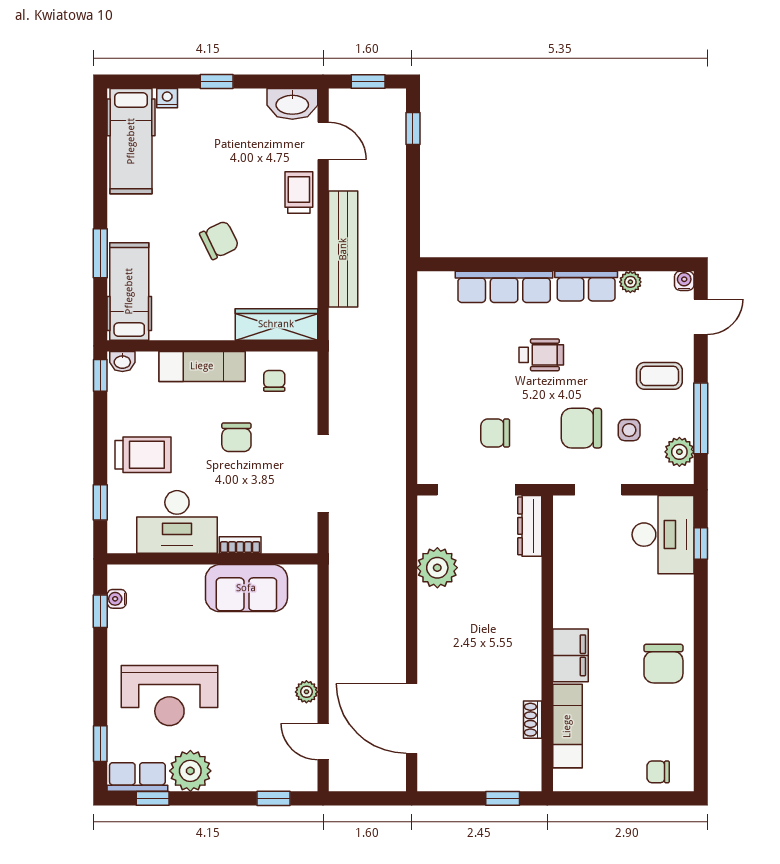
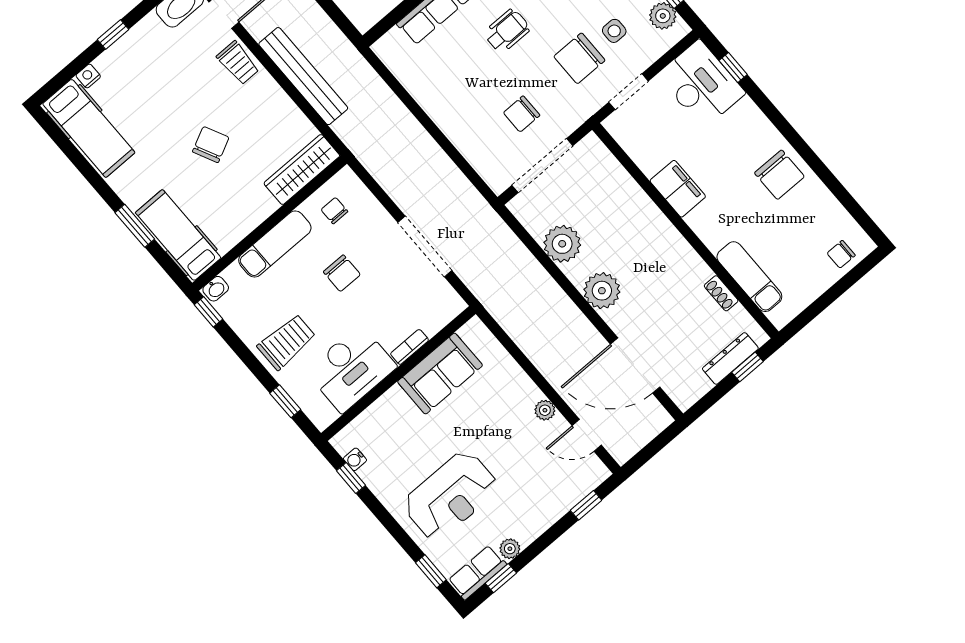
trolley: (299, 192) -> (238, 63), turned 180
dresser: (530, 526) -> (730, 358), moved, turned 90
plant: (437, 634) -> (602, 291), added
filing cabinet: (570, 655) -> (678, 189), moved
plant: (190, 771) -> (510, 549), width x0.53, depth x0.53

